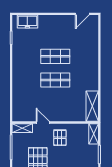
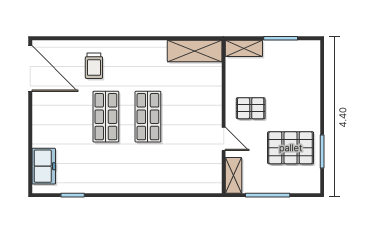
door: (82, 14) -> (30, 69), width x1.87
trolley: (84, 50) -> (94, 66), added
door: (43, 123) -> (224, 139), swing flipped

